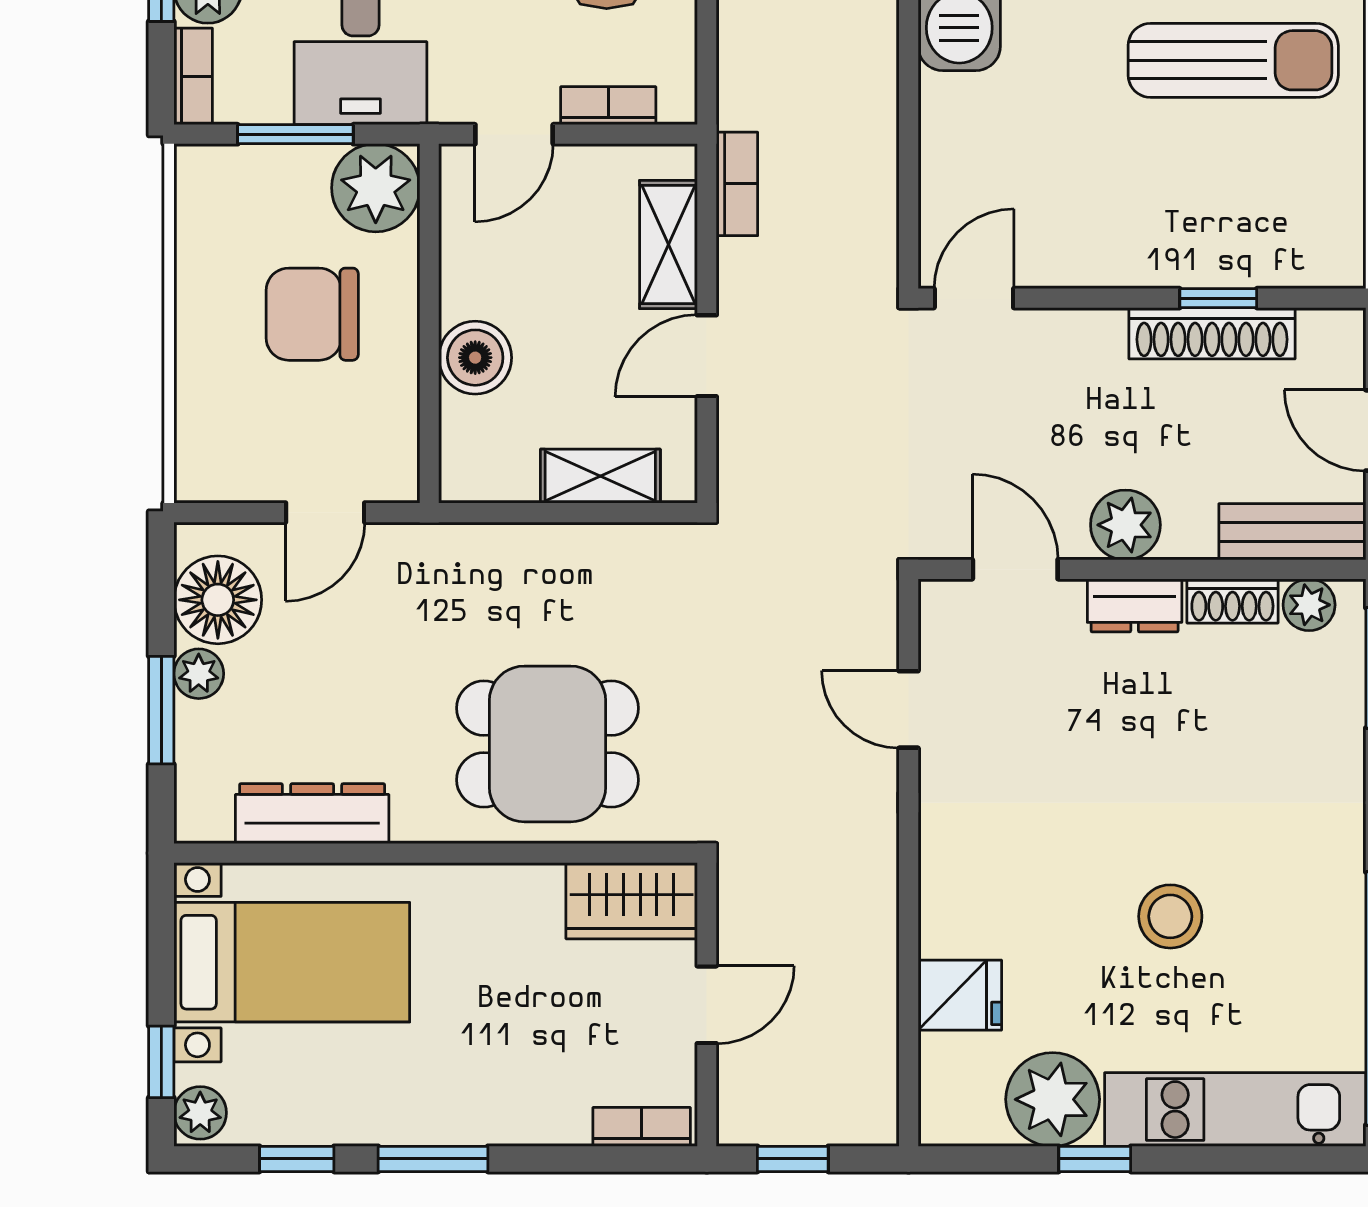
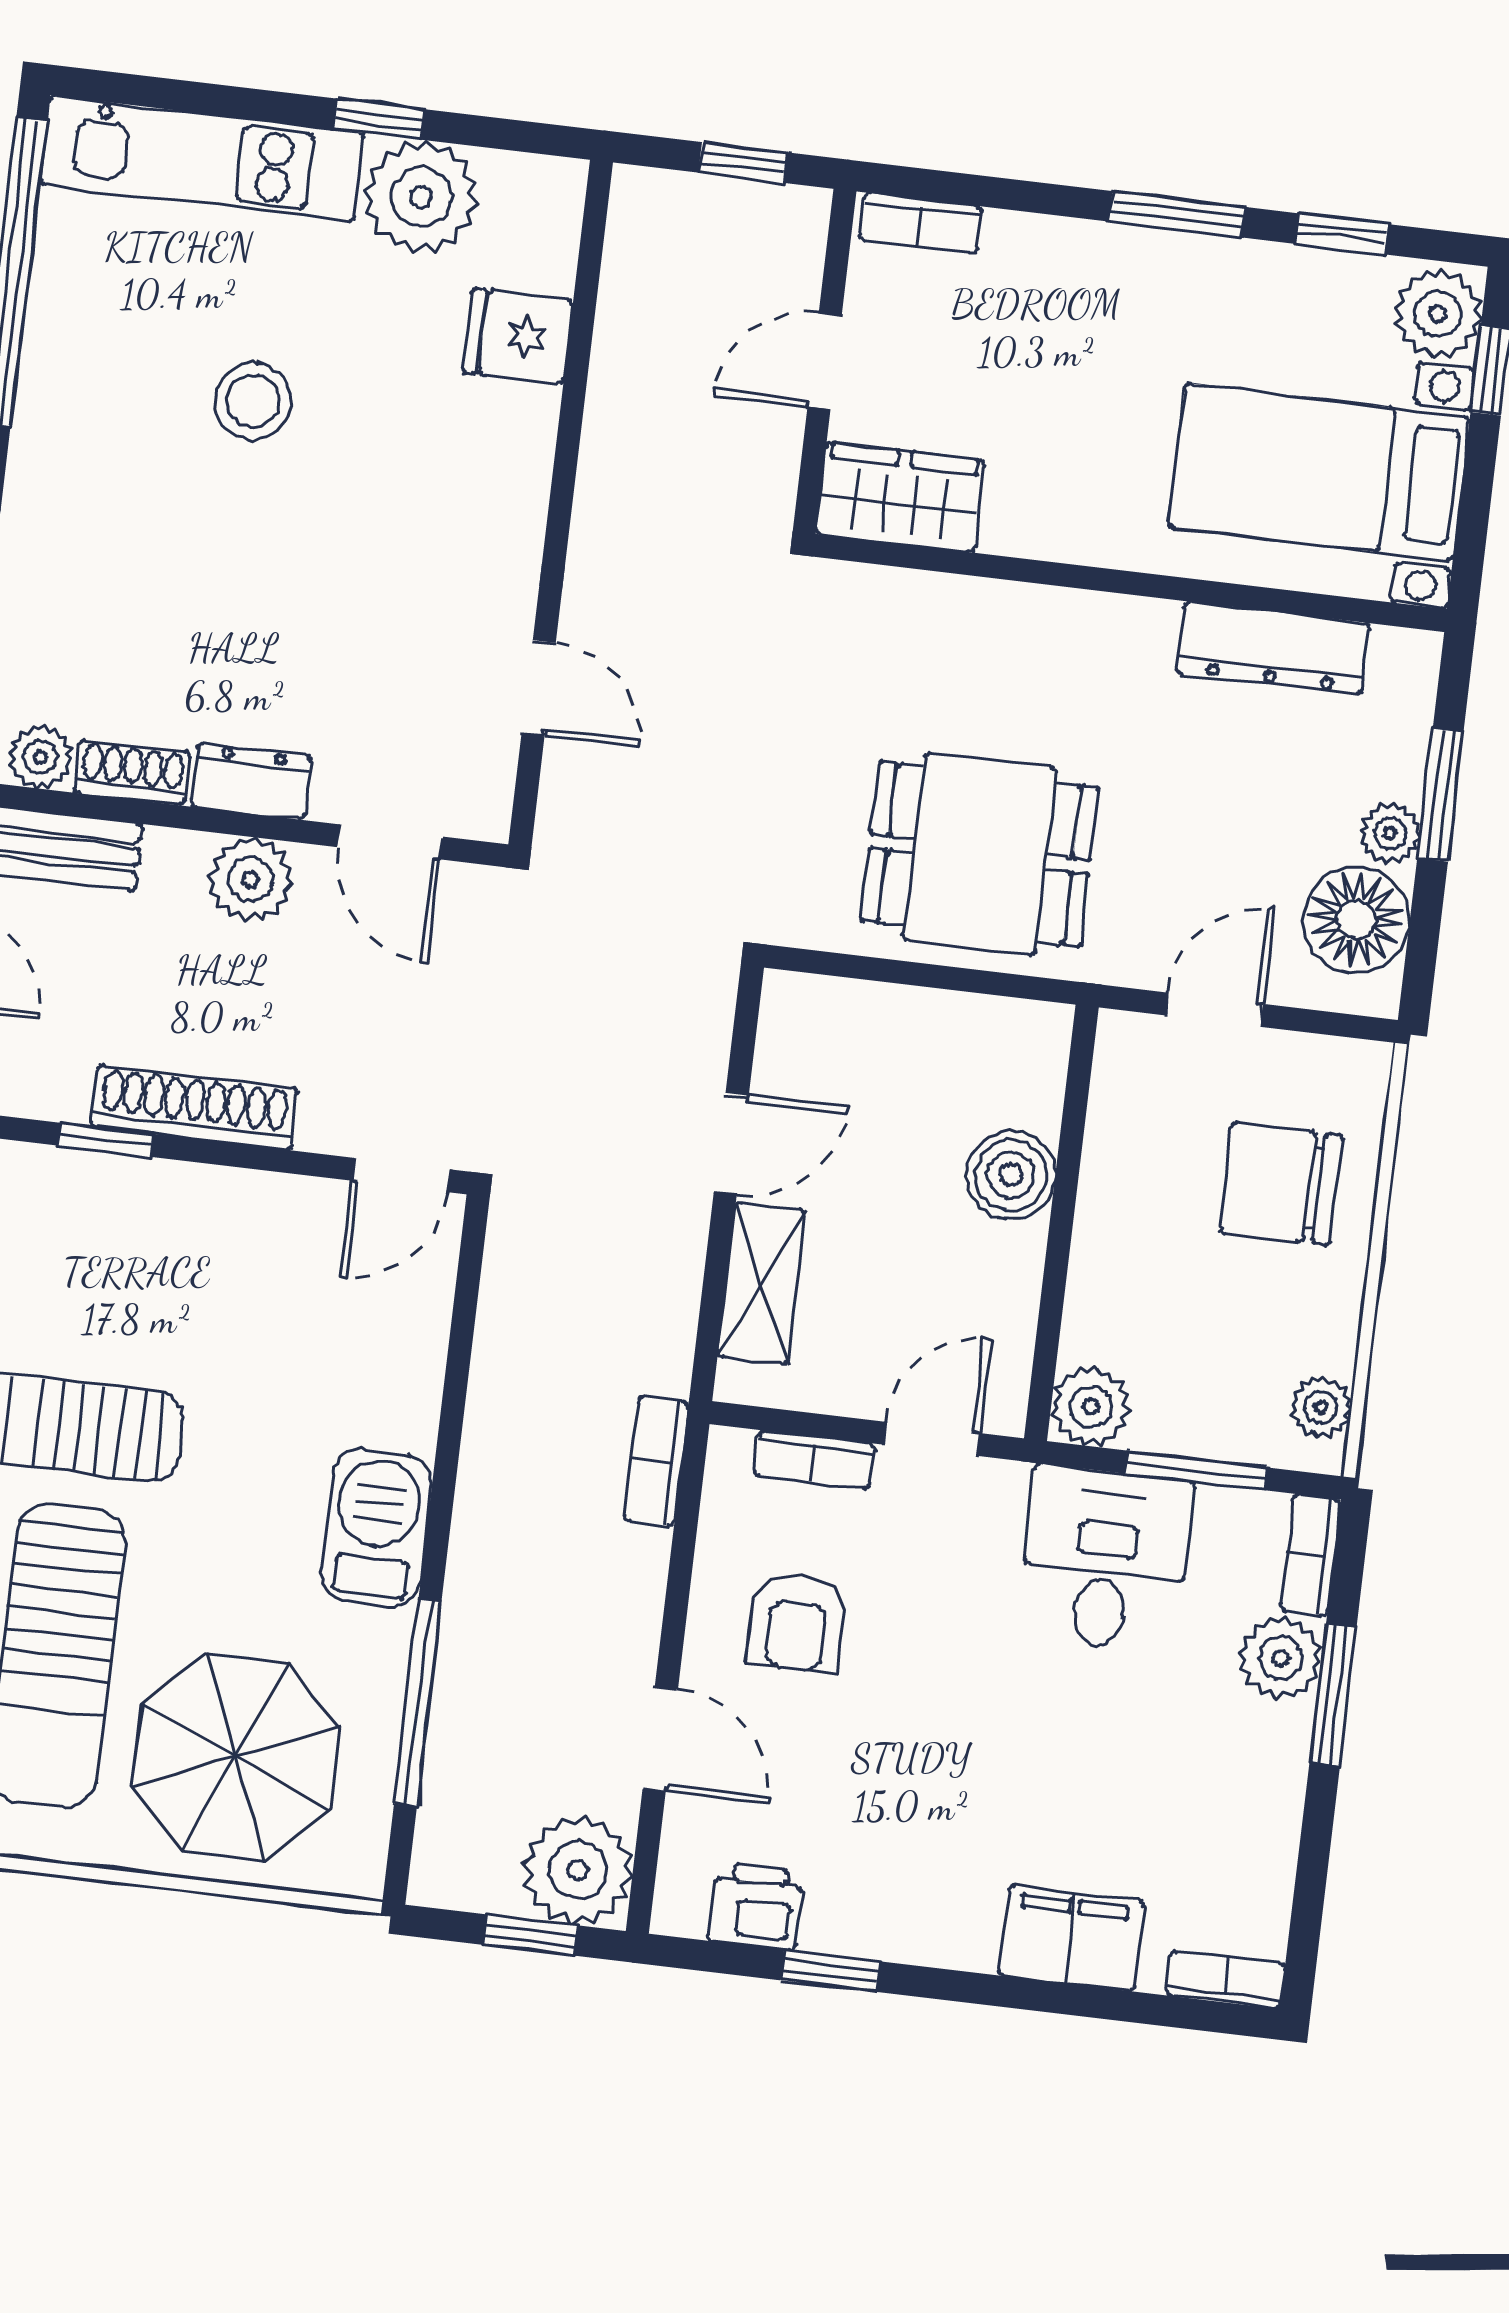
bookcase: (737, 184) -> (656, 1461), moved
plant: (376, 188) -> (1091, 1407), width x0.73, depth x0.73
plant: (199, 198) -> (1321, 1407), added
chair: (312, 314) -> (1281, 1184), moved, turned 180
shoe rack: (1212, 333) -> (194, 1107), moved
shelving: (600, 476) -> (877, 1014), removed
dining table: (547, 744) -> (980, 854), moved
plant: (200, 1113) -> (1438, 314), width x1.38, depth x1.38

